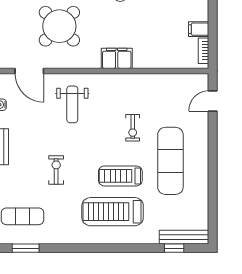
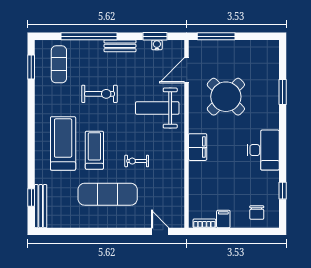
weight bench: (72, 104) -> (157, 108), width x1.36, depth x1.33
exercise bike: (56, 170) -> (99, 94), width x1.38, depth x1.39

